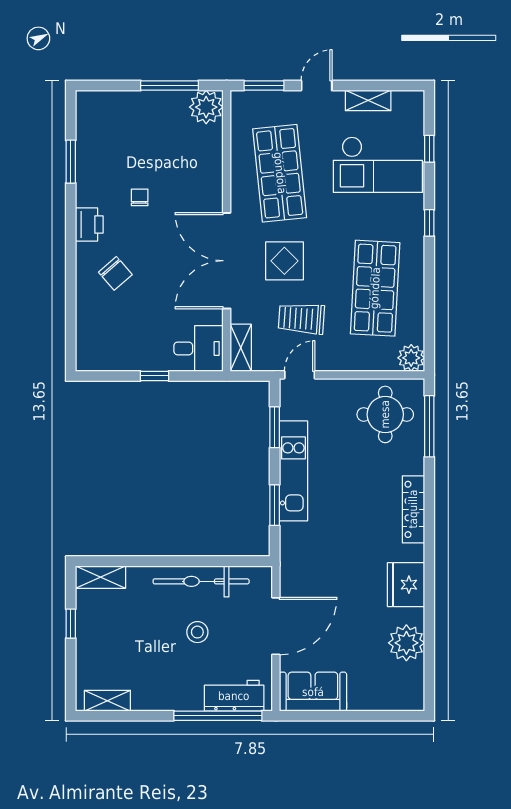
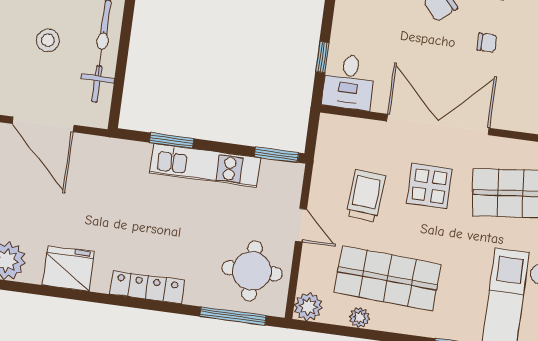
chair: (140, 197) -> (487, 43), moved
plant: (415, 309) -> (360, 318), added
shelving: (241, 348) -> (344, 127), removed
door: (300, 375) -> (301, 225), moved
window: (155, 376) -> (322, 57), moved
window: (275, 427) -> (276, 155), moved

